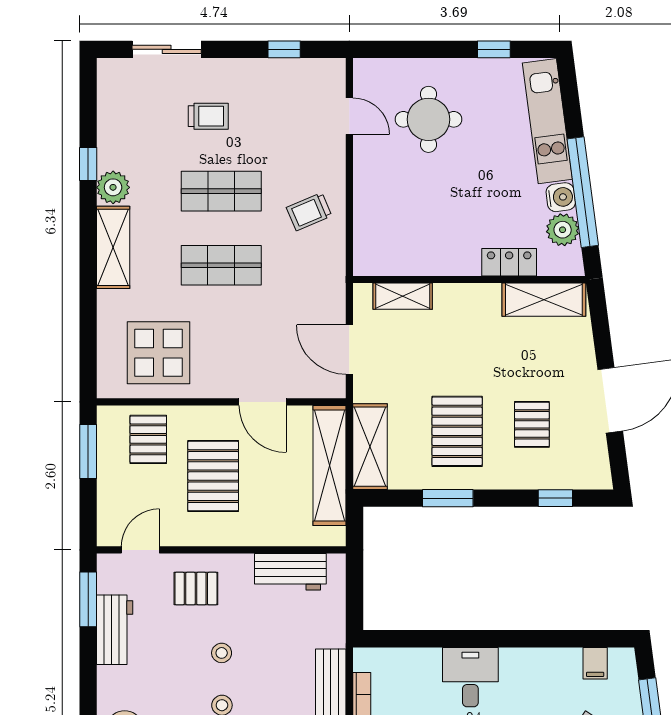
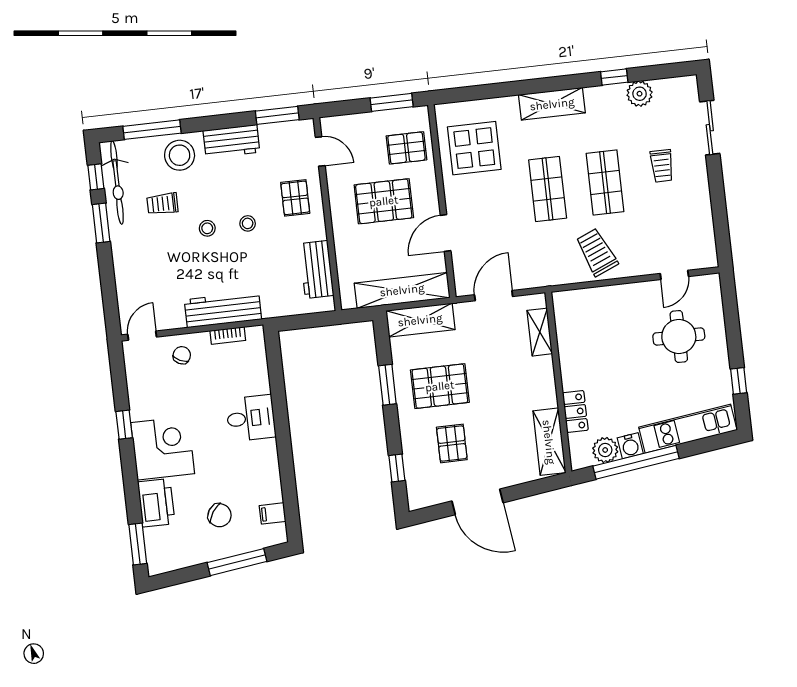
window: (284, 49) -> (720, 219), removed
plant: (113, 187) -> (640, 94), moved
trolley: (309, 212) -> (597, 252), width x1.36, depth x1.39
pallet: (532, 424) -> (452, 443), turned 90
workbench: (115, 630) -> (231, 141), moved

